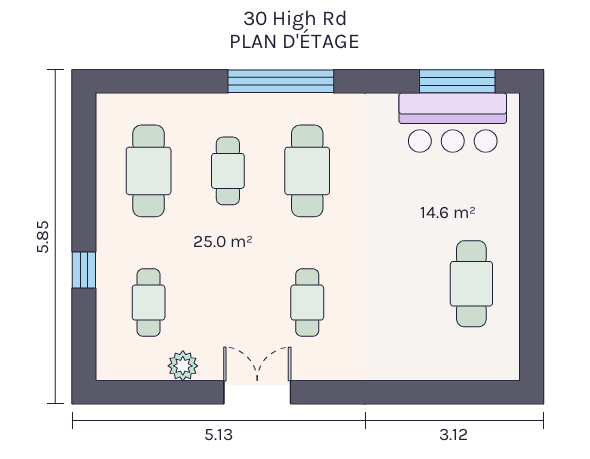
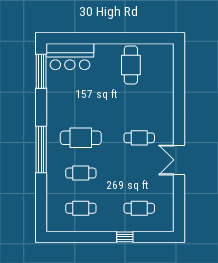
bar counter: (453, 123) -> (70, 57), moved, turned 90
cafe table: (149, 171) -> (81, 208), width x0.73, depth x0.74
cafe table: (471, 284) -> (131, 65), turned 90
plant: (183, 366) -> (167, 193), removed

